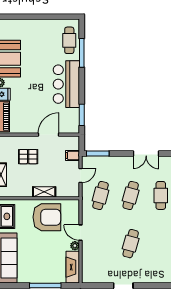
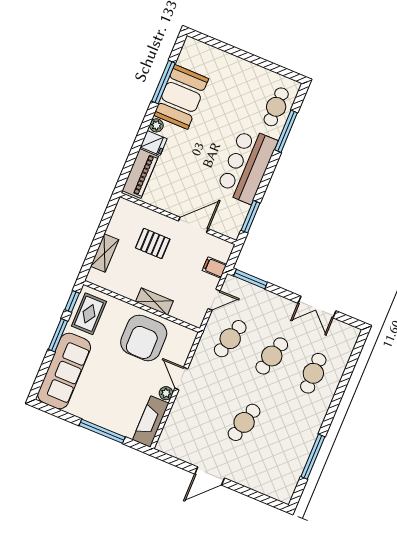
armchair: (47, 217) -> (144, 338), turned 90

